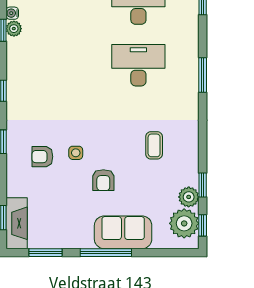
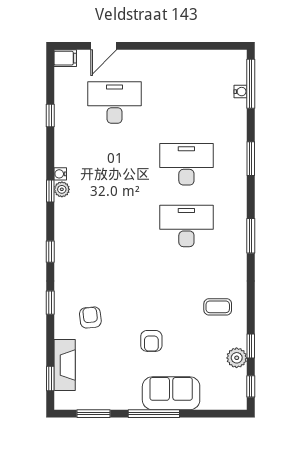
coffee table: (154, 145) -> (218, 307), moved, turned 90
side table: (76, 153) -> (124, 314), removed
armchair: (42, 157) -> (90, 317), turned 84
fireplace: (17, 223) -> (65, 365), moved
plant: (184, 223) -> (232, 384), removed

